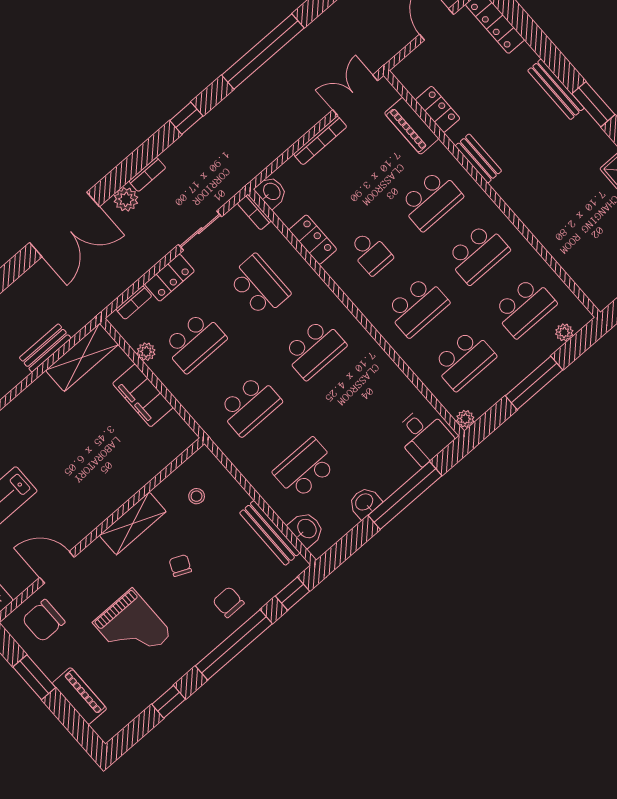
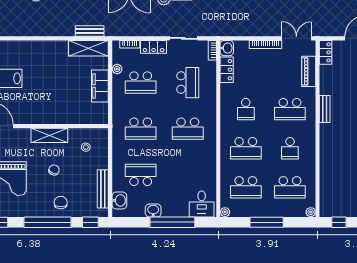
locker: (438, 109) -> (325, 52), moved
locker: (313, 240) -> (227, 70), moved
school desk: (478, 254) -> (290, 148), width x0.54
plant: (564, 332) -> (311, 212), moved
bench: (45, 348) -> (90, 31), moved

